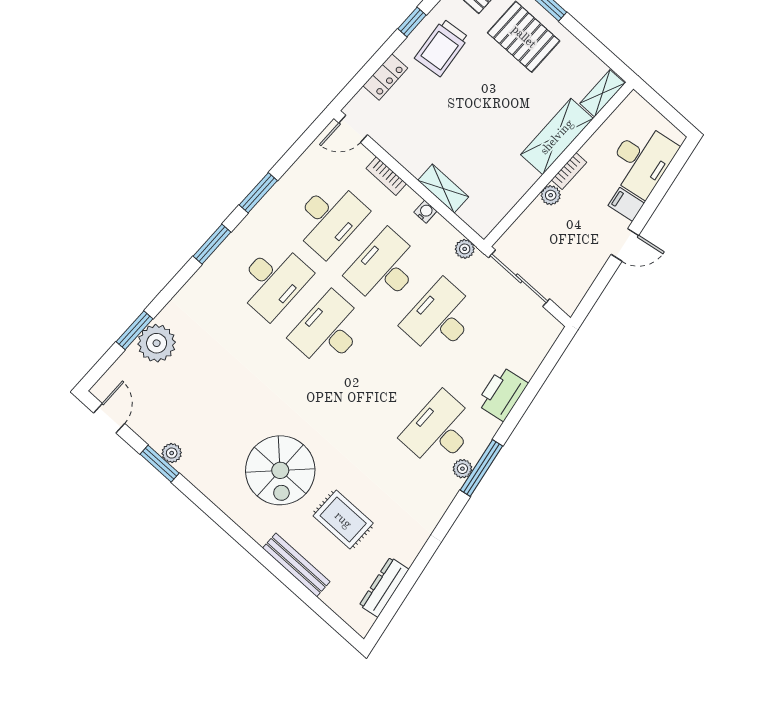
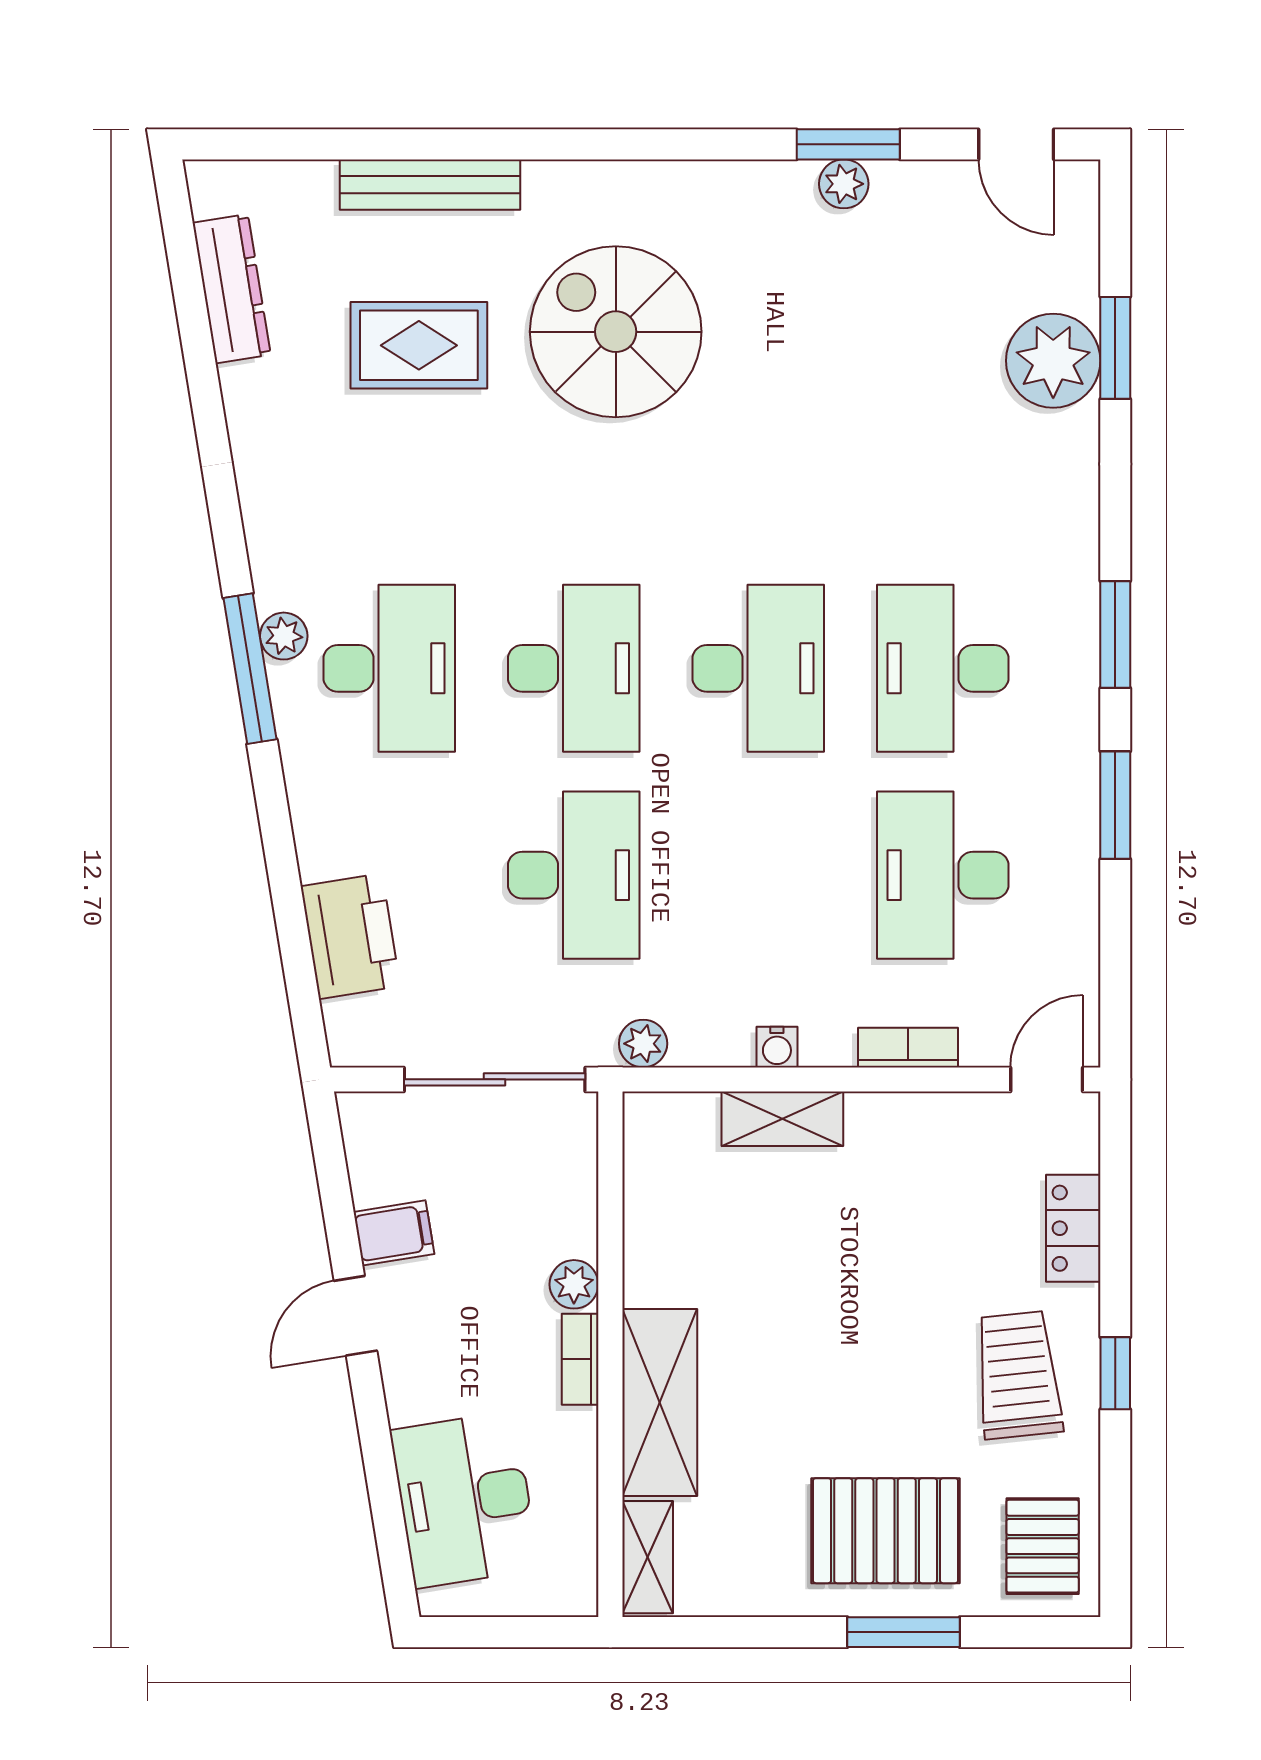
filing cabinet: (626, 204) -> (394, 1233), moved
desk: (384, 268) -> (574, 668), moved
printer: (502, 394) -> (350, 936), moved

